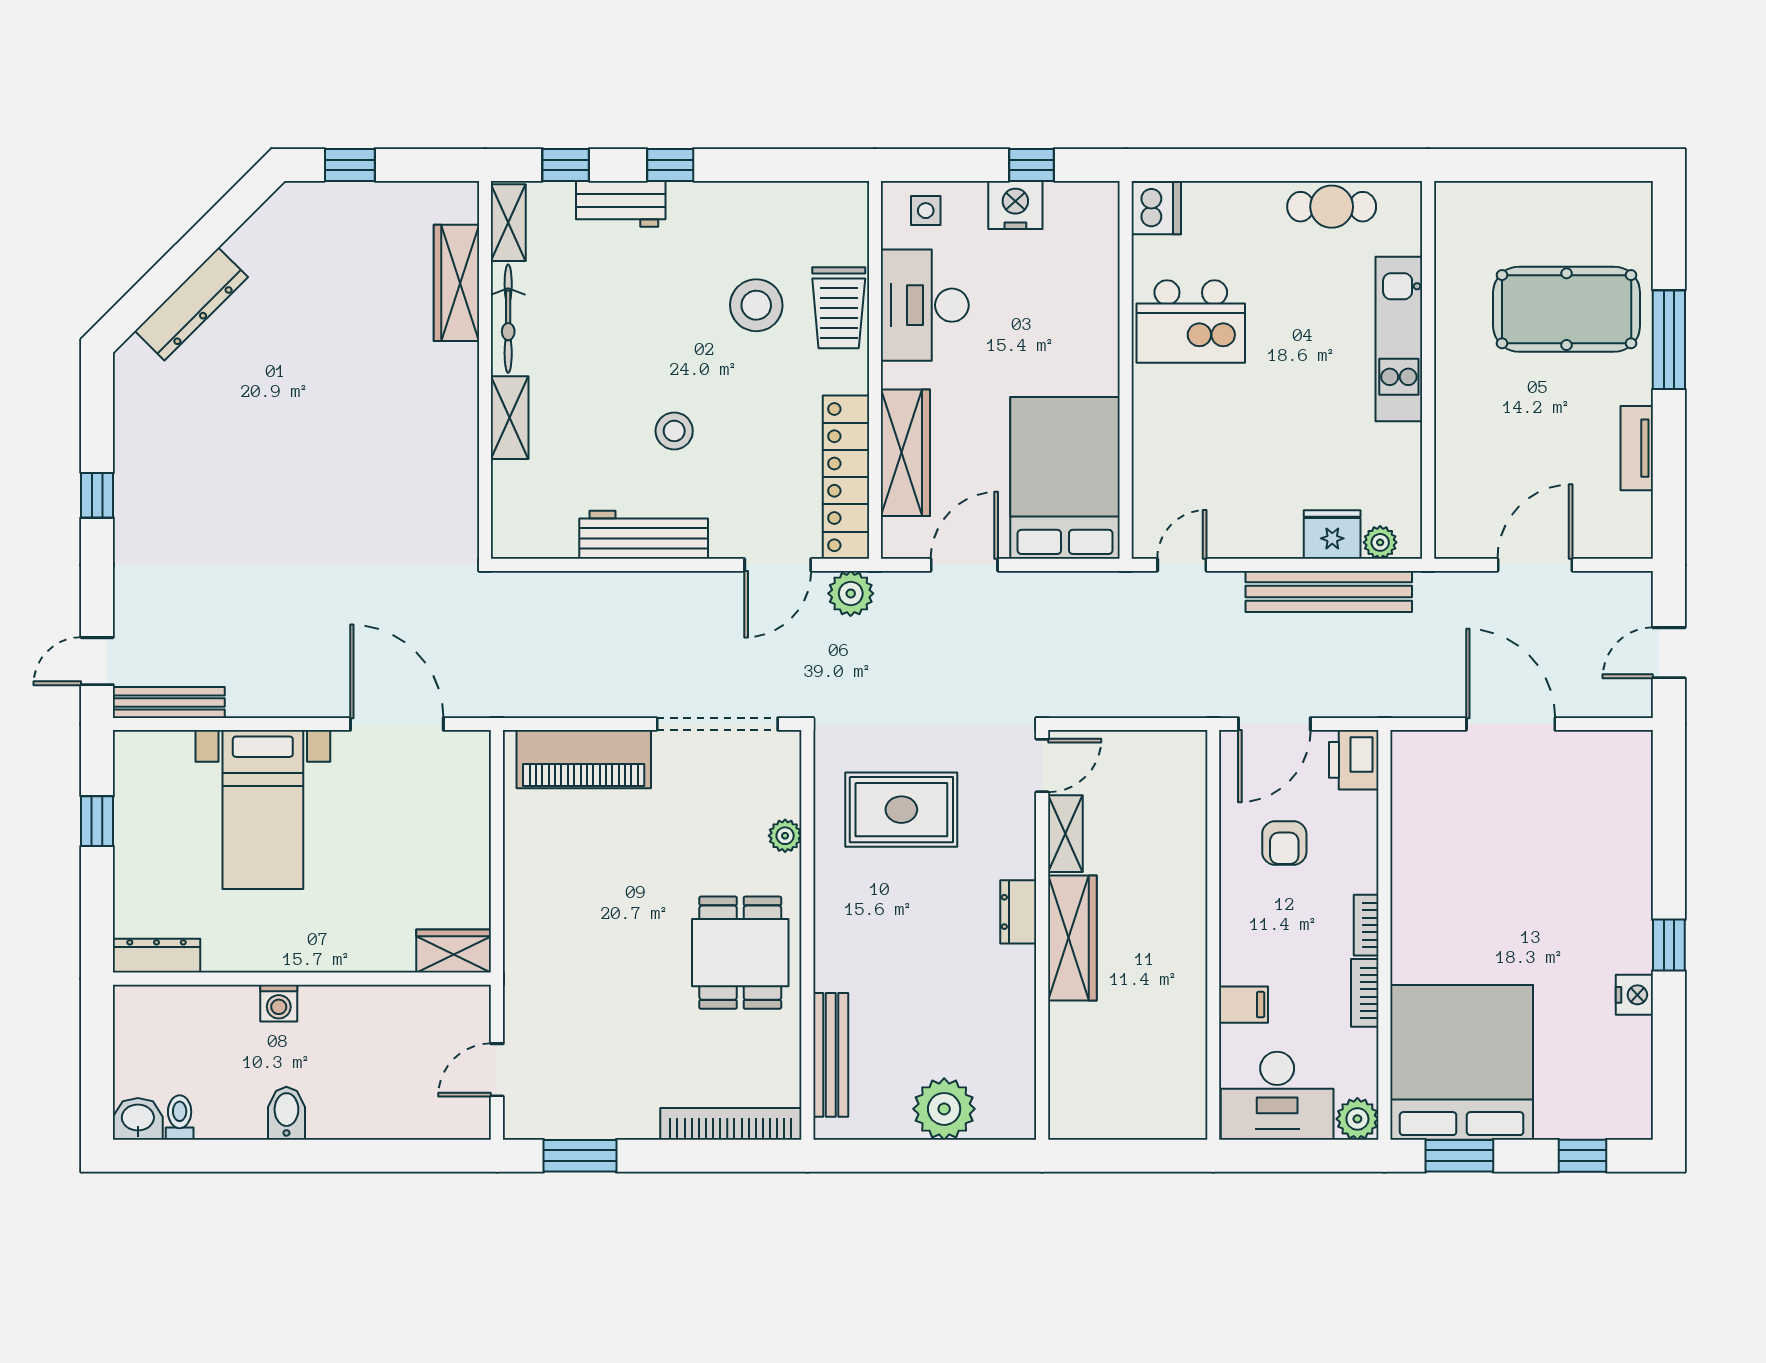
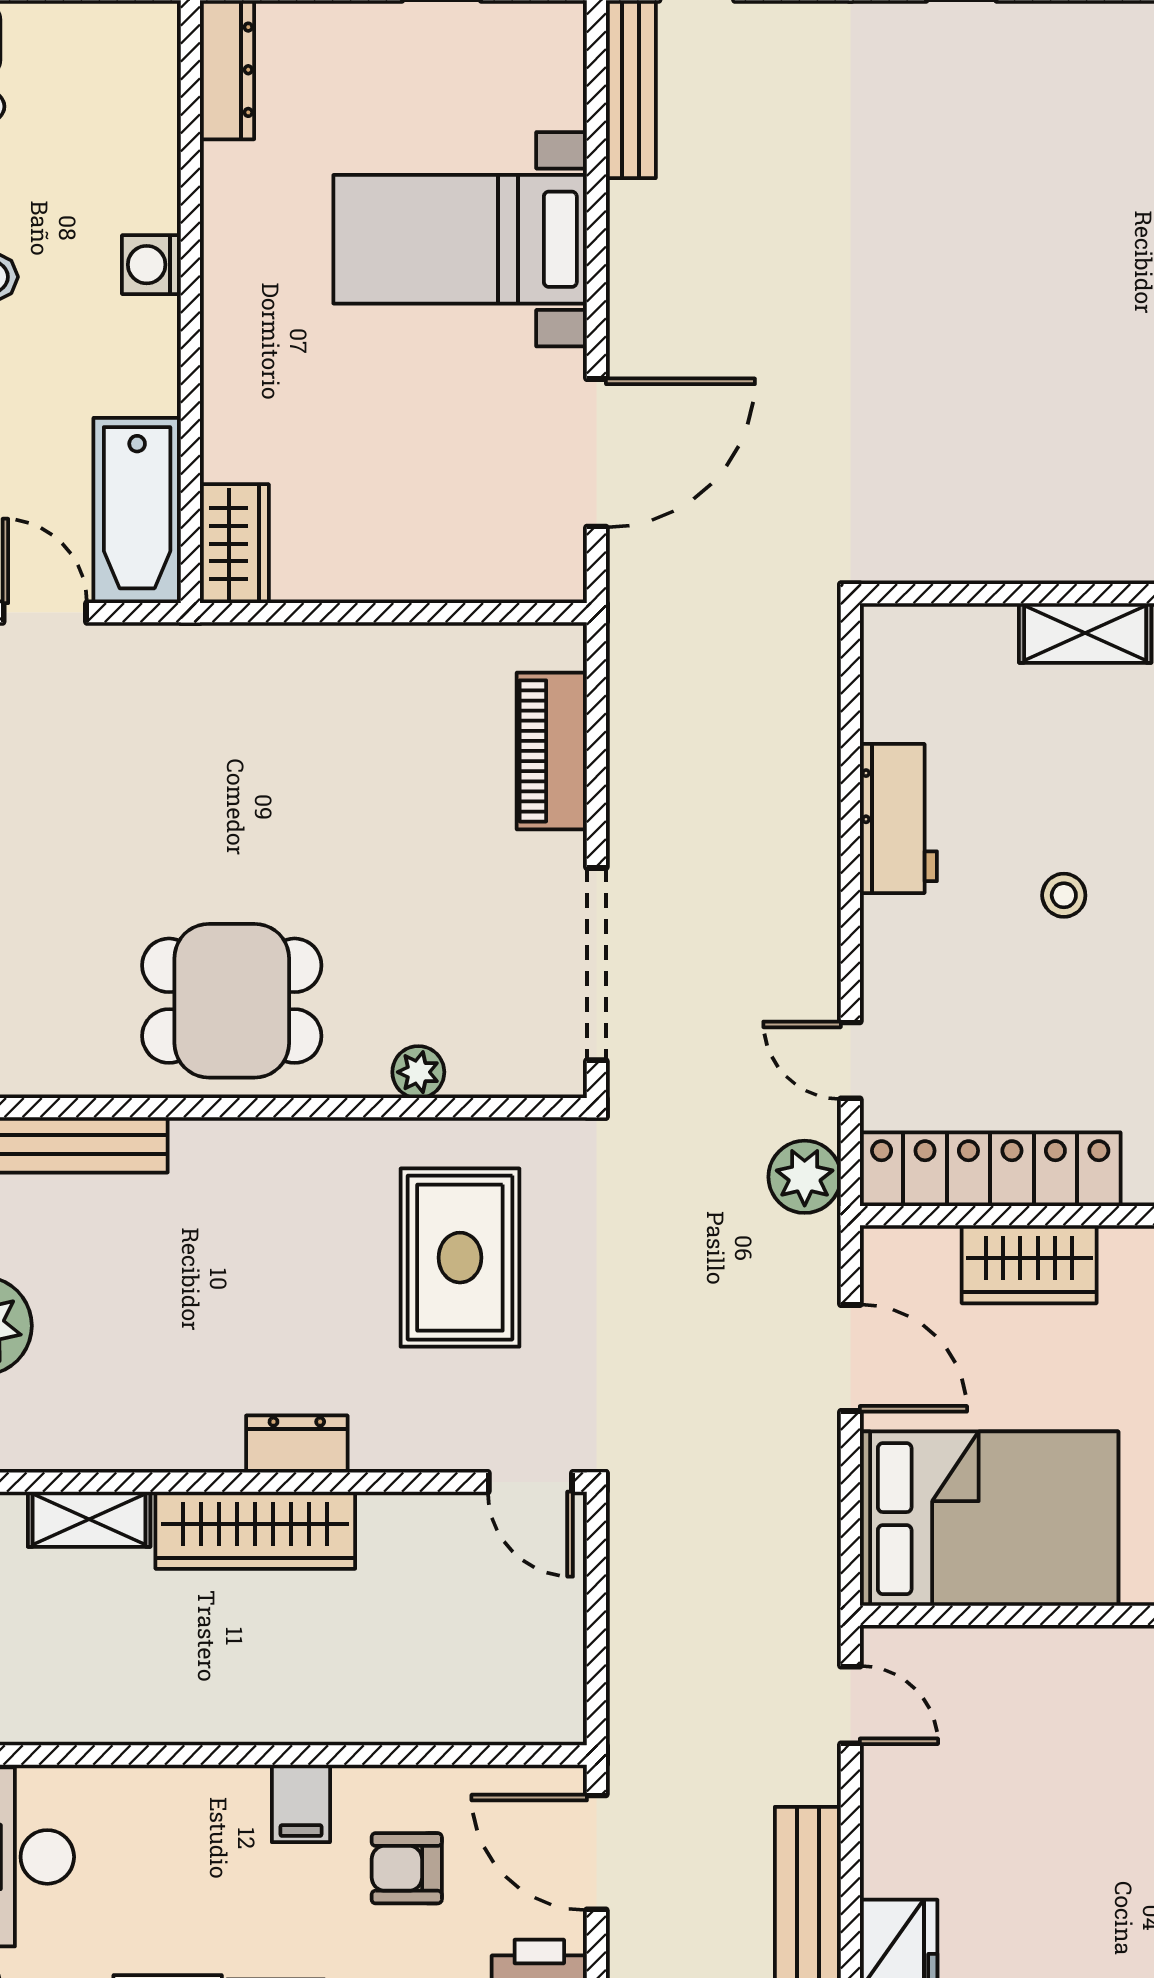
stool: (674, 431) -> (1064, 895), width x0.73, depth x0.73
wardrobe: (905, 453) -> (1029, 1264), width x0.67
workbench: (644, 535) -> (898, 819), width x0.73
door: (778, 565) -> (850, 1060), width x0.73
piano: (584, 759) -> (552, 751), width x0.73, depth x0.75
shelving: (1065, 834) -> (89, 1519), moved
filing cabinet: (1244, 1005) -> (301, 1803), moved
bathtub: (433, 1012) -> (137, 510), added

